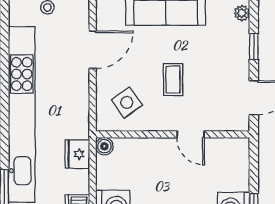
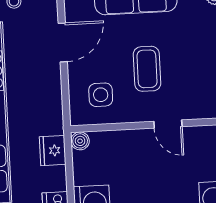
coffee table: (173, 80) -> (147, 69), width x1.36, depth x1.30
side table: (127, 102) -> (101, 95), turned 35

